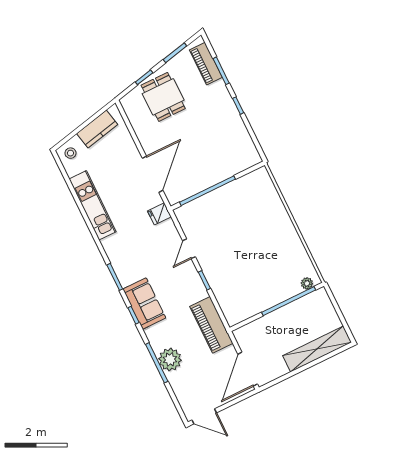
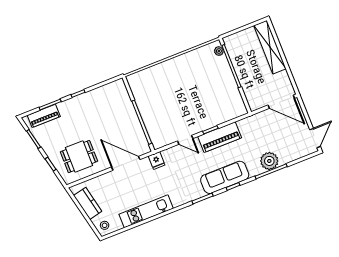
dining table: (163, 97) -> (79, 157), moved
sofa: (144, 304) -> (225, 177), width x1.36
piano: (211, 325) -> (220, 137), moved

